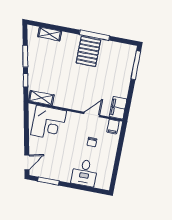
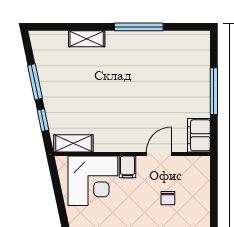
shelving: (50, 34) -> (87, 39), moved
pallet: (88, 51) -> (134, 55), removed
window: (136, 65) -> (214, 91), moved
filing cabinet: (113, 127) -> (127, 167), moved

